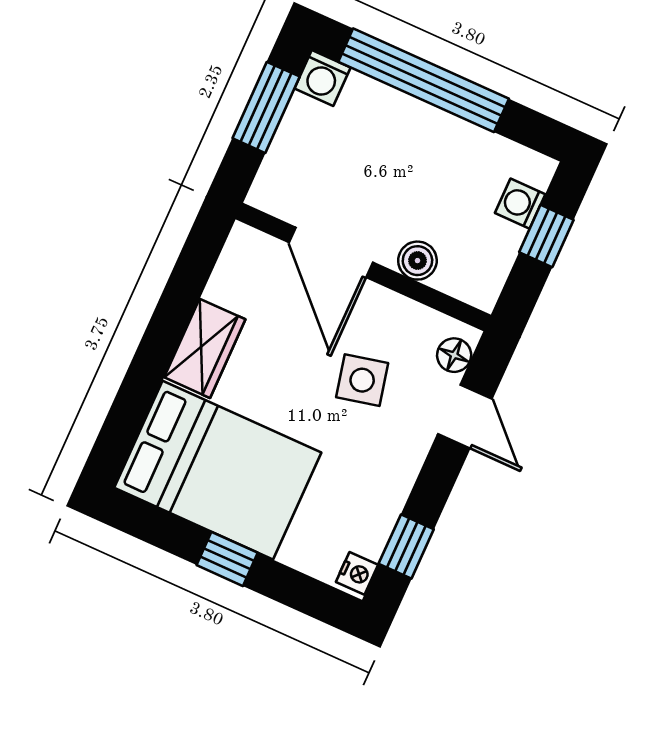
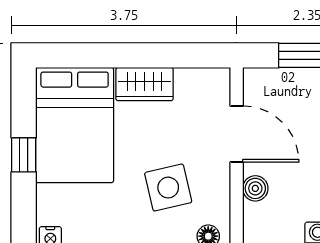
door: (331, 252) -> (237, 134), swing flipped
side table: (362, 380) -> (168, 188), width x1.37, depth x1.37

